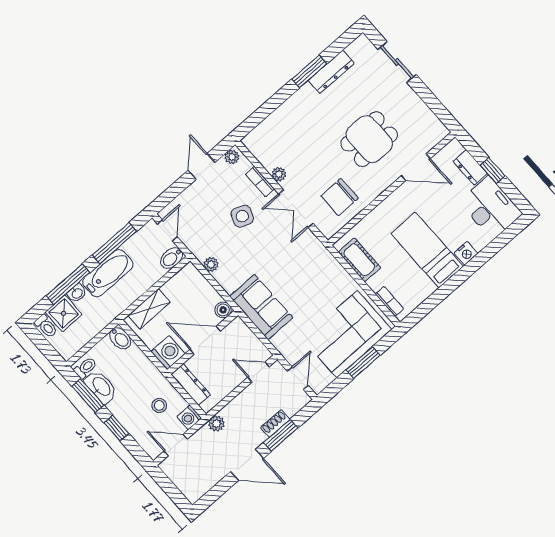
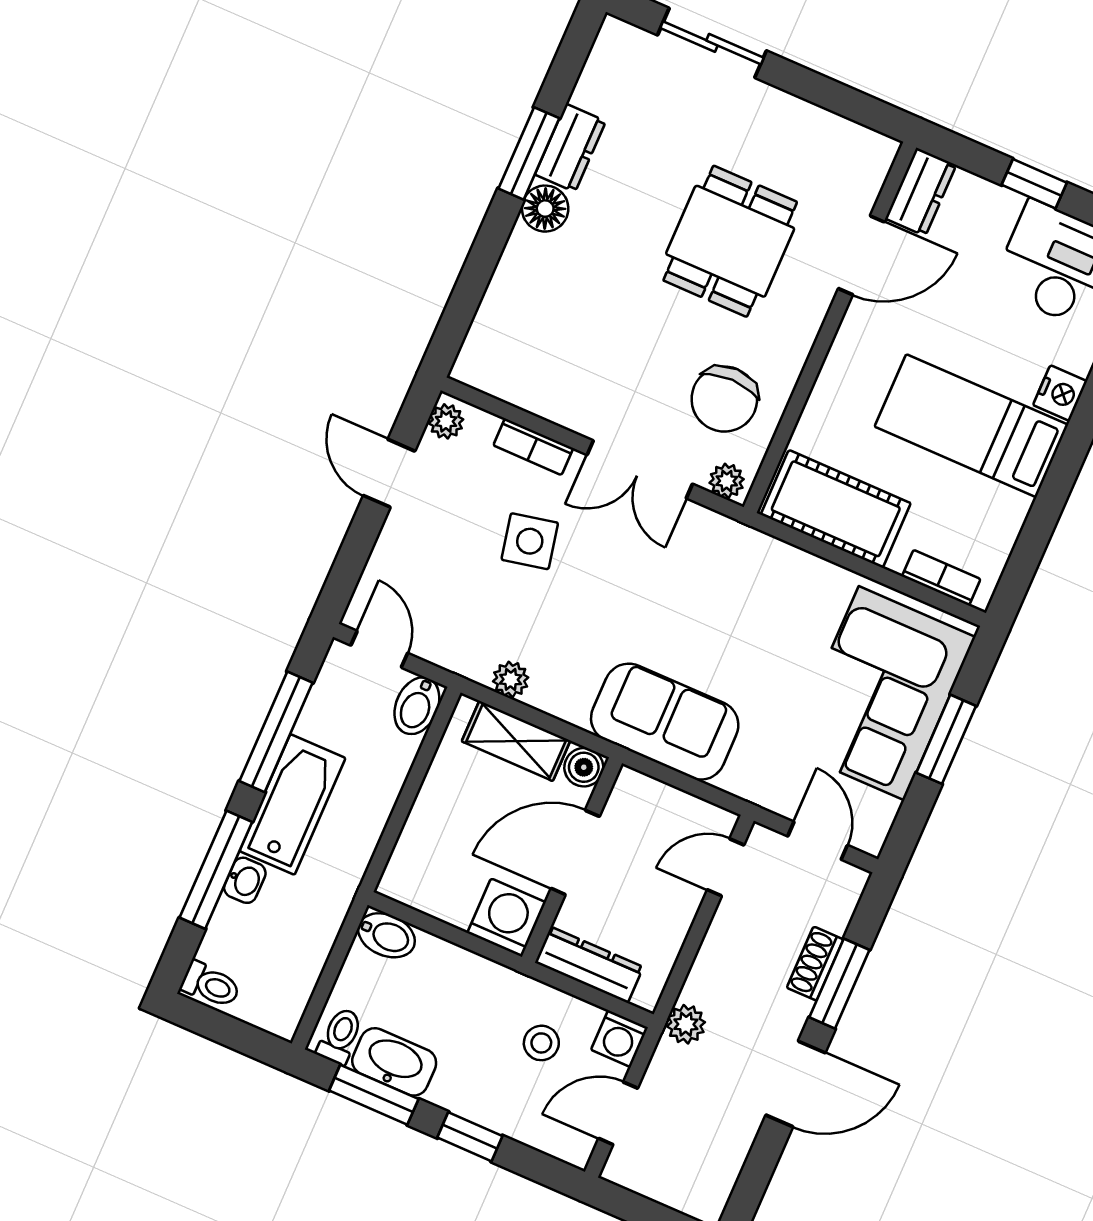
dresser: (331, 72) -> (570, 148), width x0.70
floor lamp: (306, 95) -> (545, 209), added
dresser: (470, 167) -> (921, 192), moved, turned -90
plant: (279, 174) -> (727, 481), moved
side table: (242, 216) -> (530, 541), turned -34
cot: (359, 260) -> (836, 509), width x1.37, depth x1.34
shelving: (149, 309) -> (516, 741), moved, turned 90
shower: (64, 313) -> (236, 938), removed

